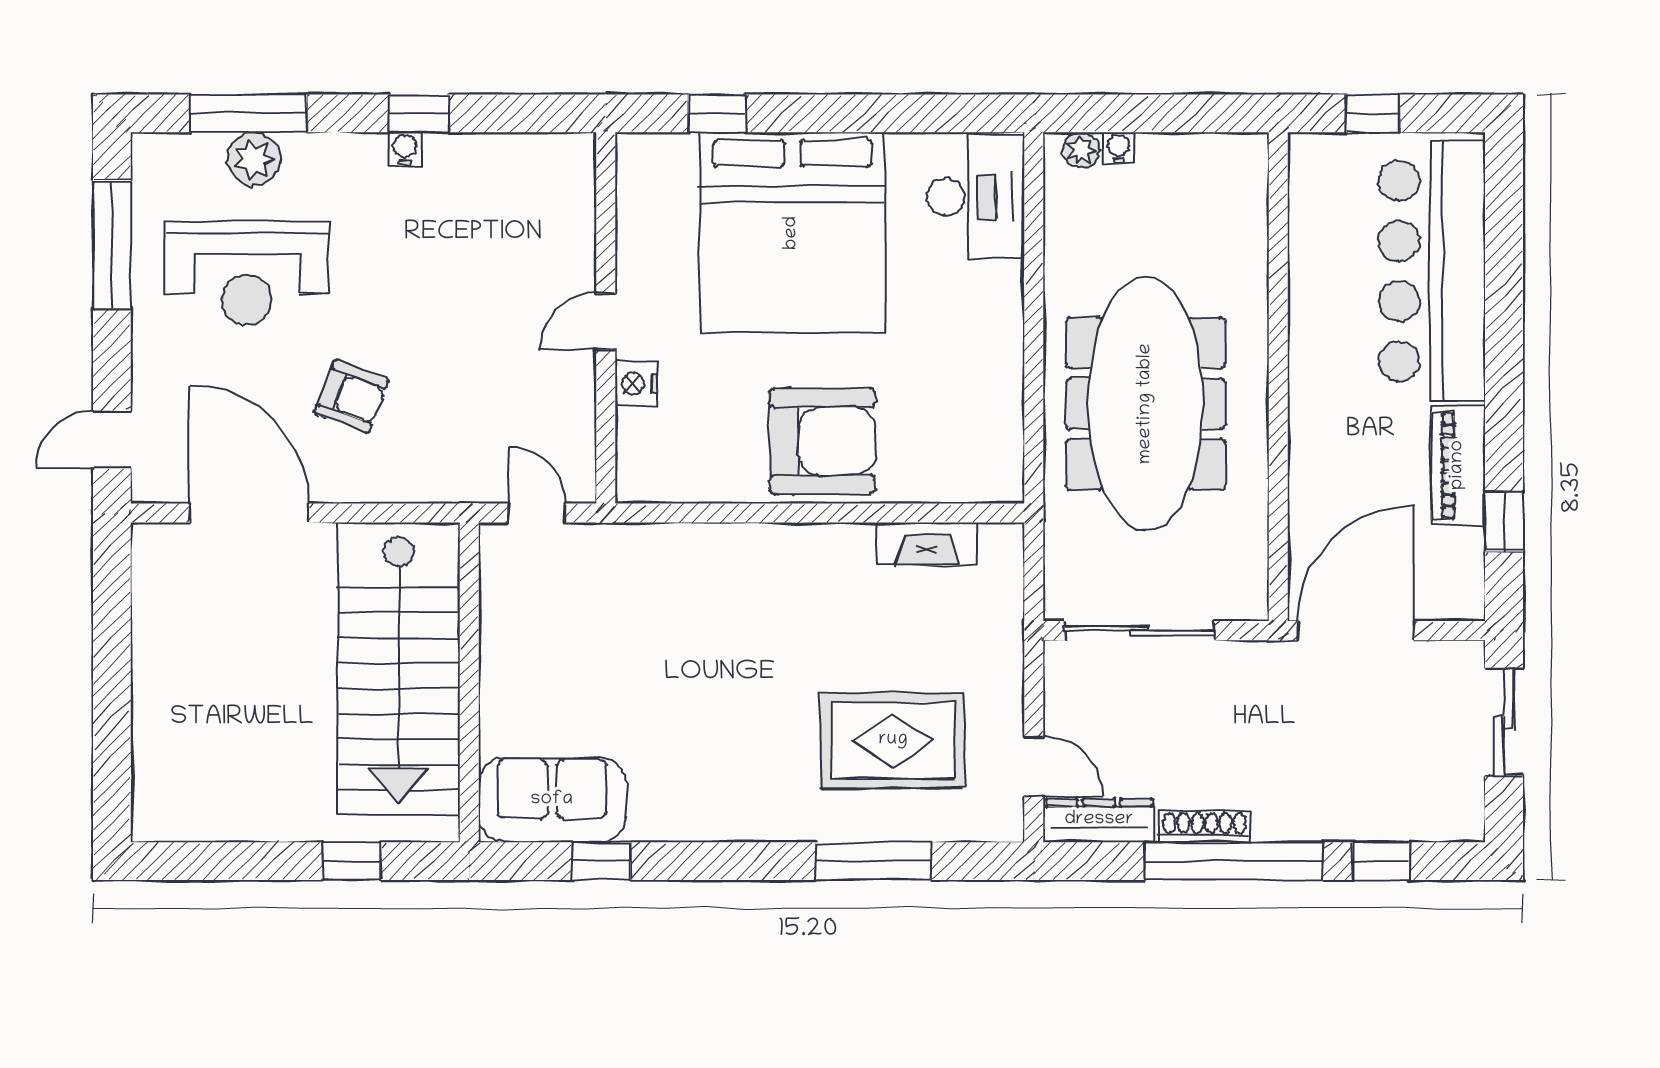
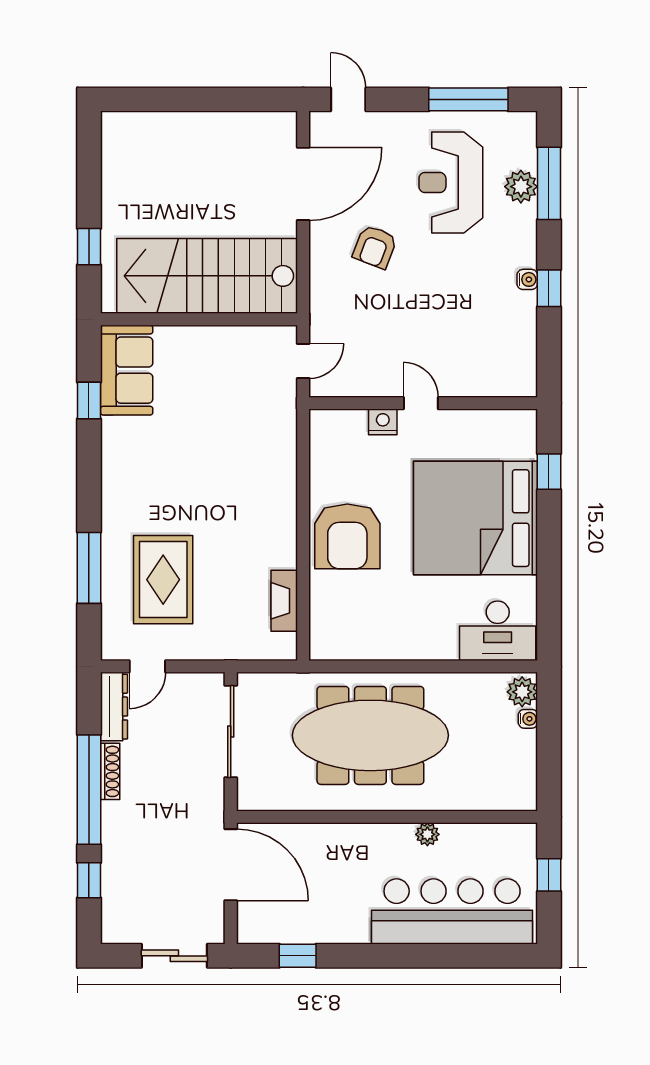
plant: (1082, 150) -> (522, 692), width x1.38, depth x1.38
plant: (1307, 311) -> (427, 834), added
piano: (1458, 465) -> (332, 928), removed

